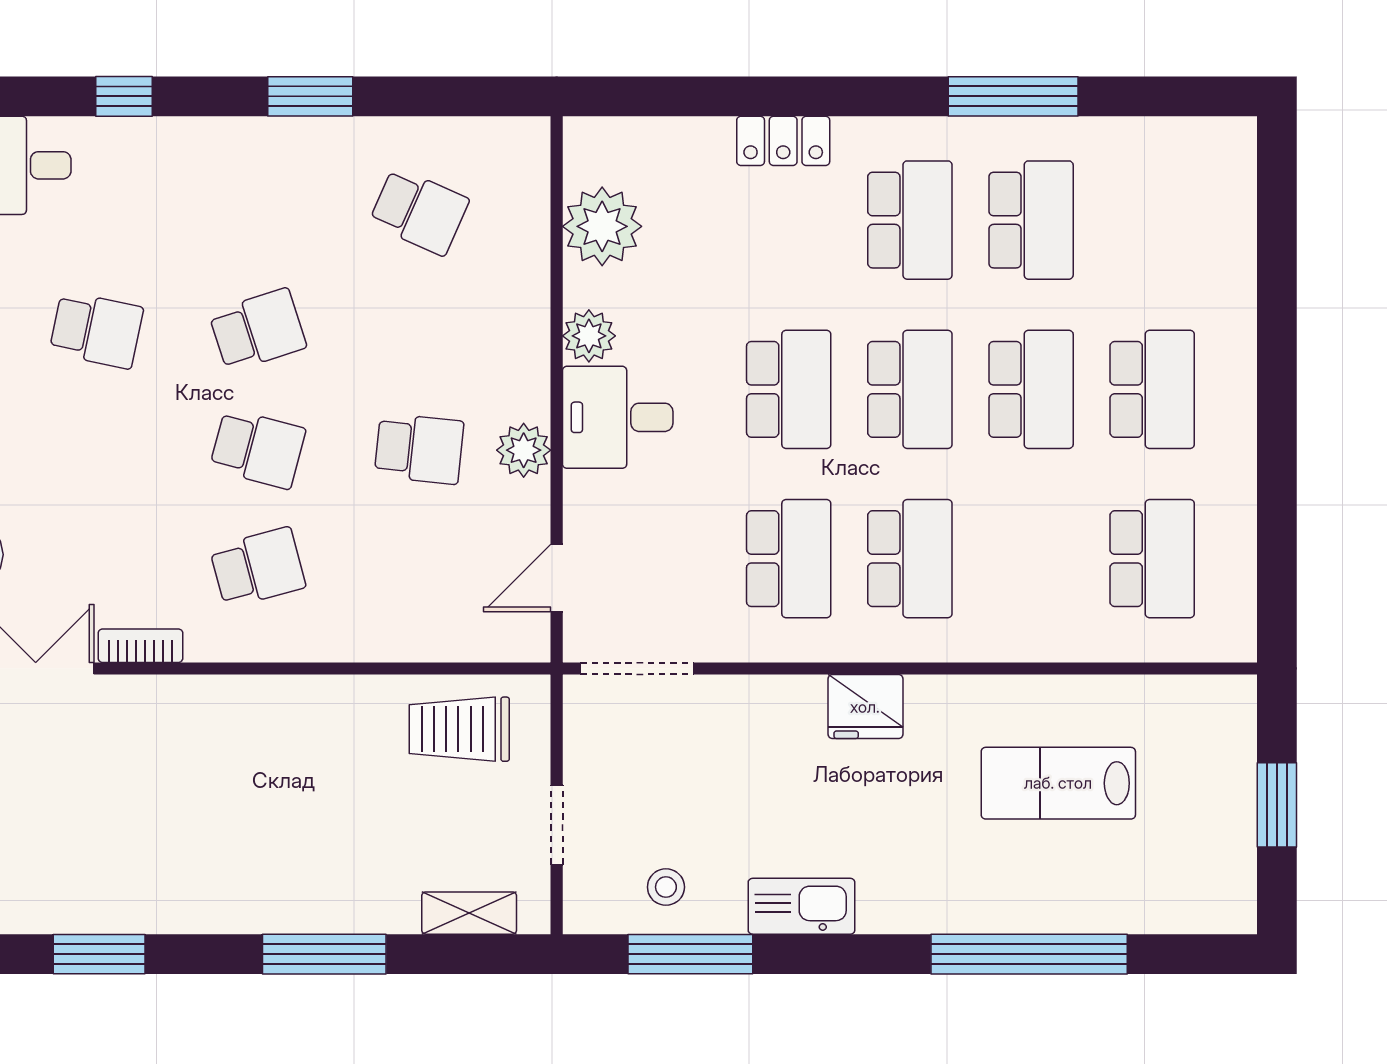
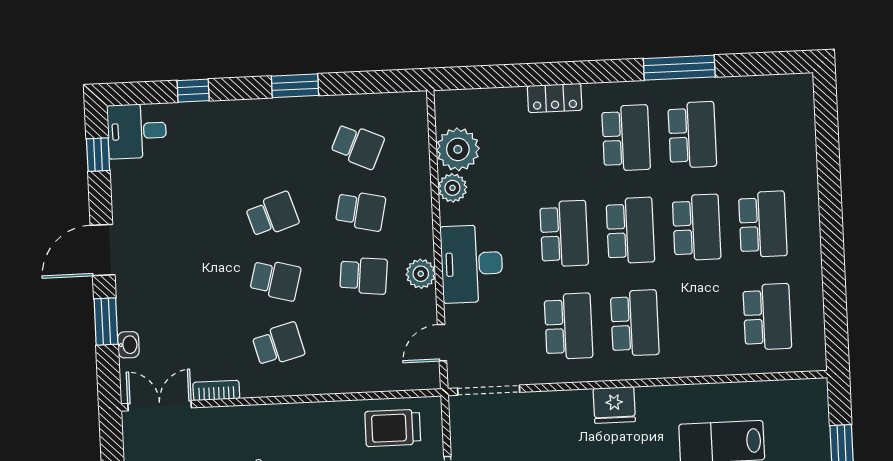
school desk: (96, 330) -> (360, 211), moved
plant: (589, 336) -> (452, 188), moved
desk: (618, 417) -> (472, 264), width x1.37

